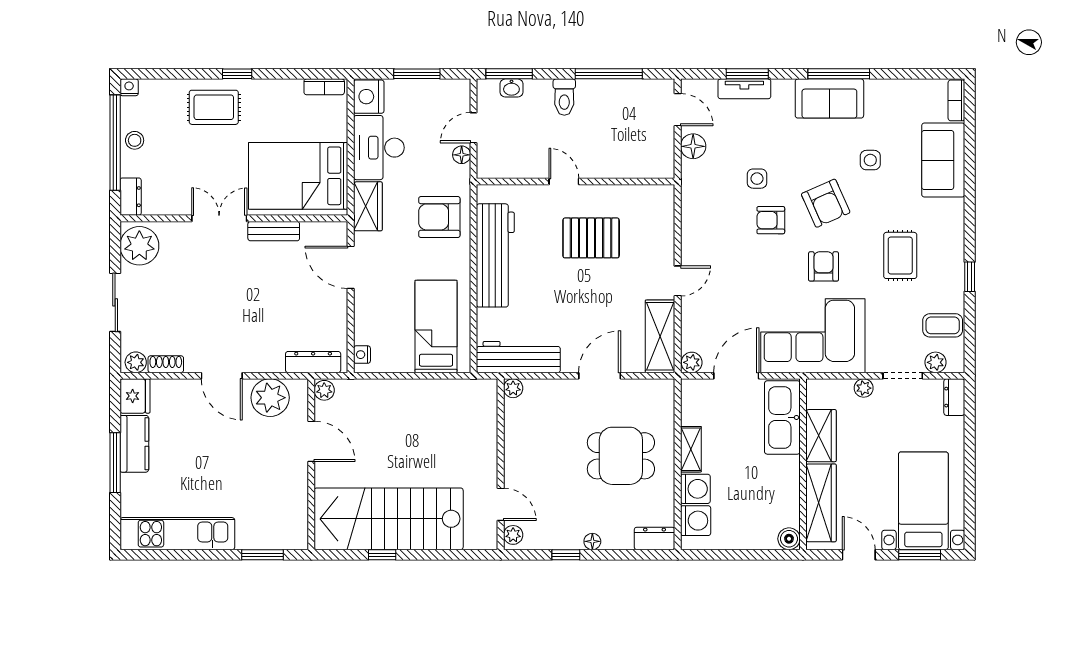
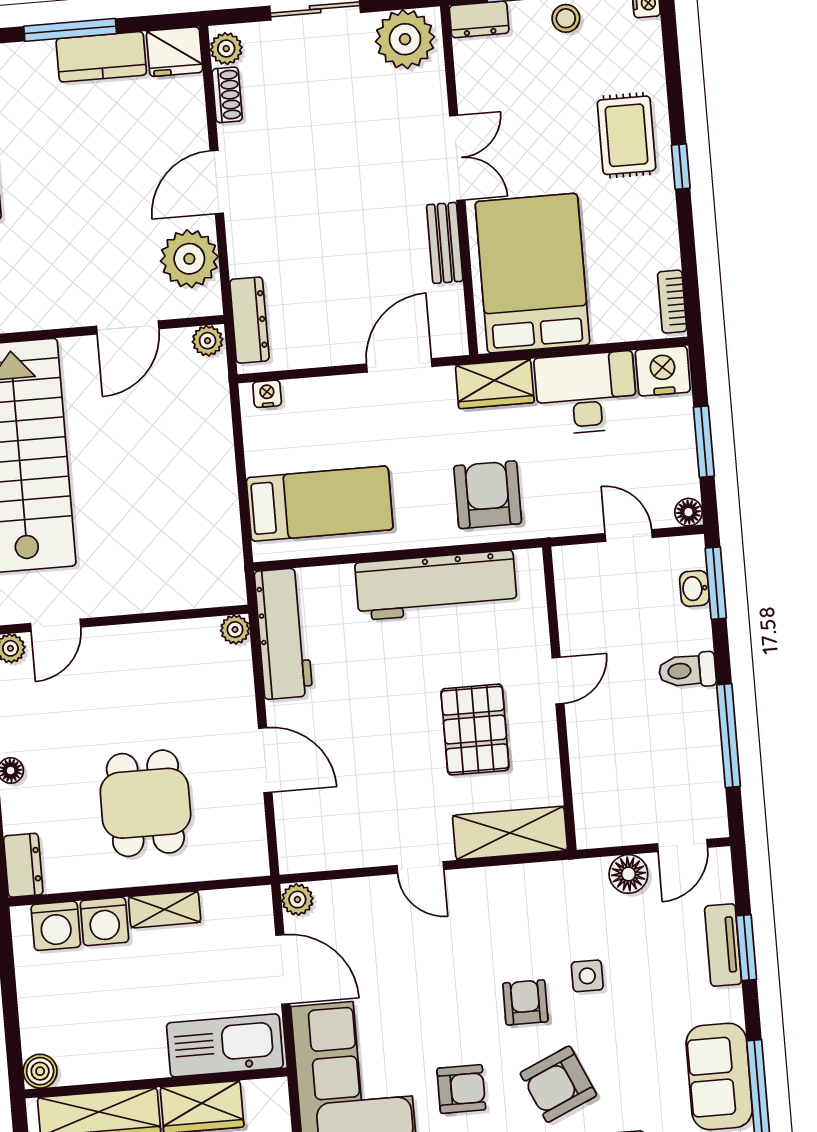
floor lamp: (462, 155) -> (688, 512), moved
shelving: (660, 336) -> (510, 833), moved

